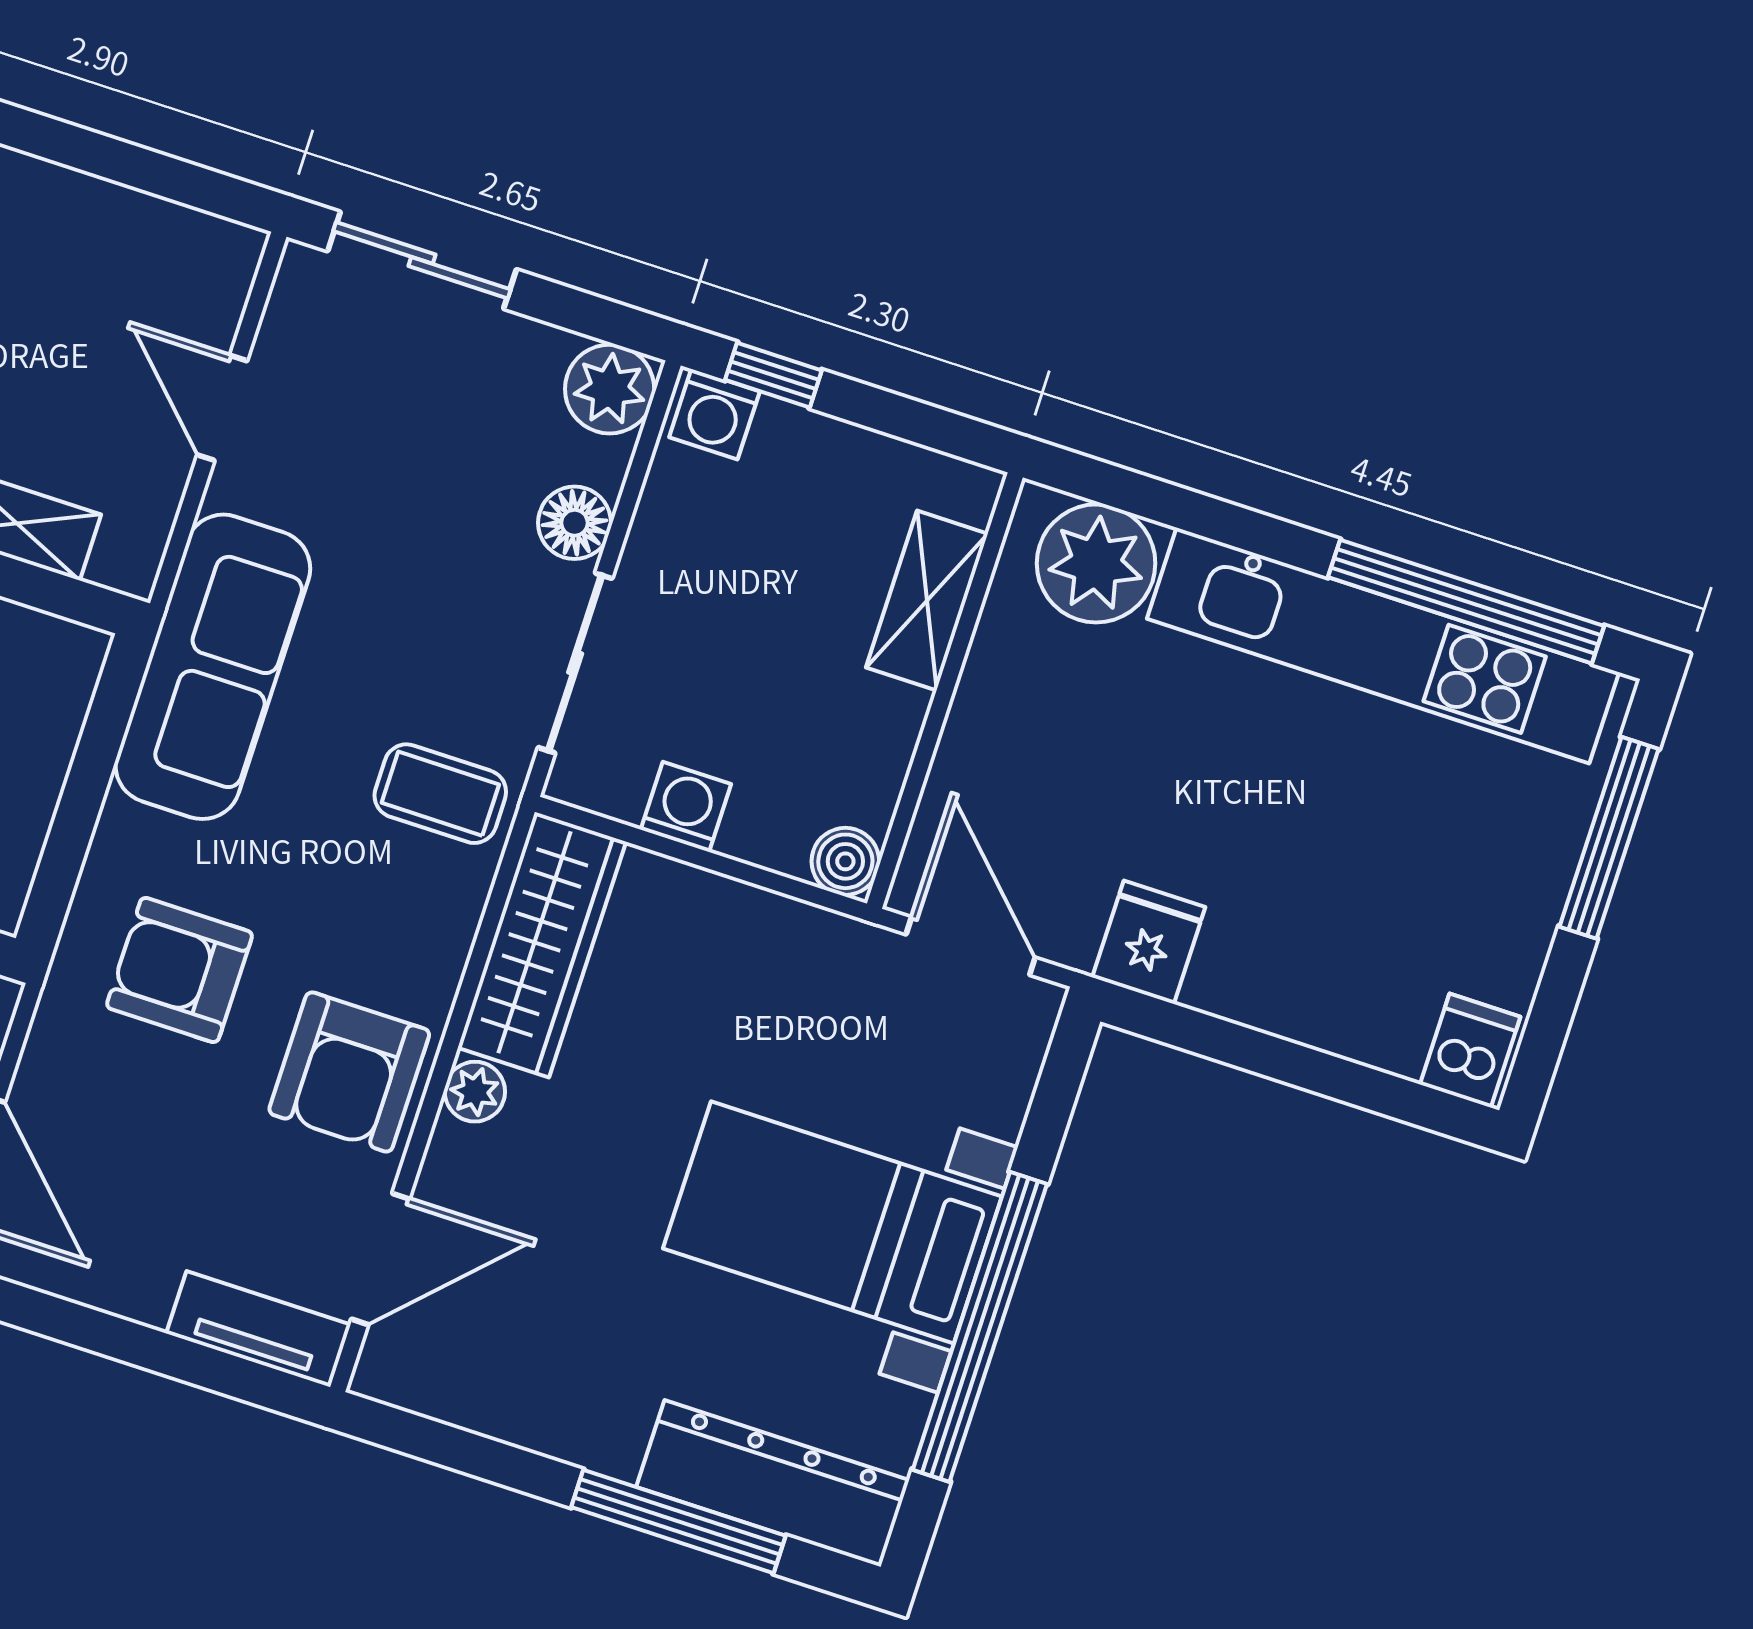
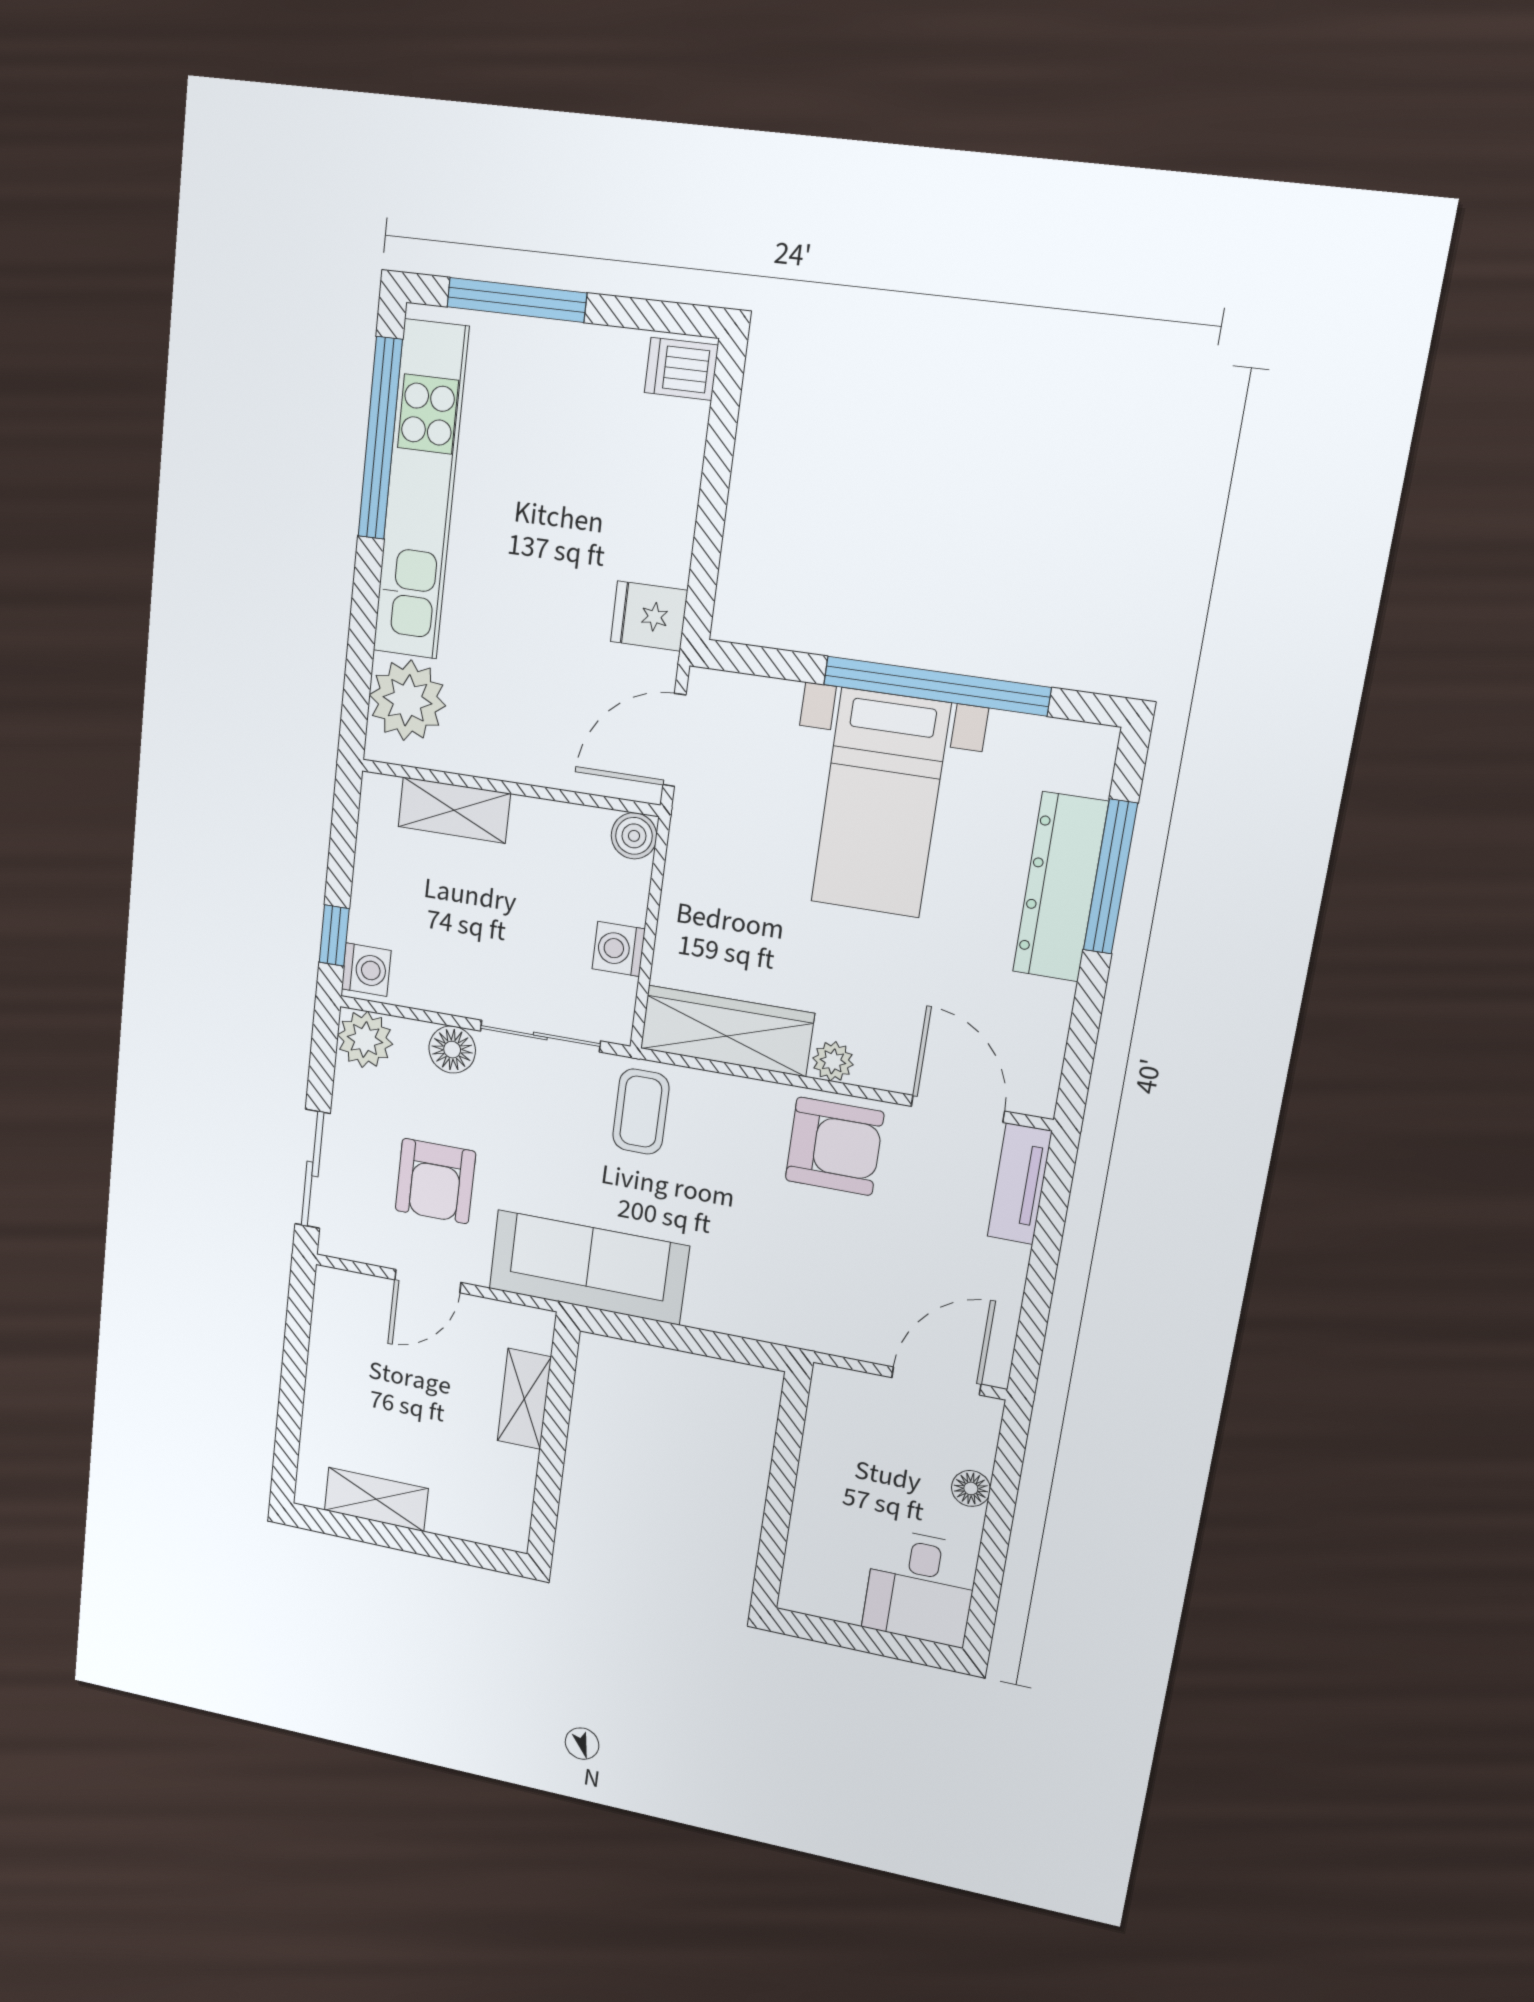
armchair: (180, 970) -> (435, 1181), moved
dresser: (773, 1483) -> (1060, 887), moved

